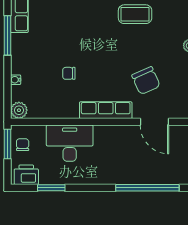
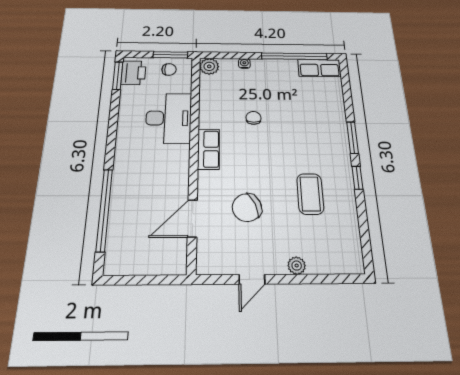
coffee table: (135, 14) -> (310, 194), moved
window: (7, 35) -> (294, 56), width x1.46
row of seats: (106, 110) -> (209, 149), width x0.68
window: (51, 188) -> (118, 76), moved

